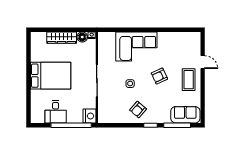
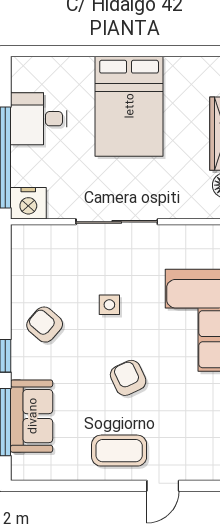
sofa: (185, 115) -> (32, 416), moved

